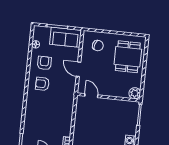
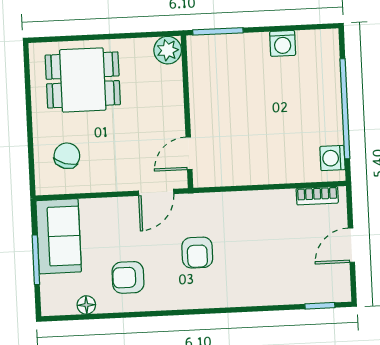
door: (78, 69) -> (156, 192), moved
armchair: (42, 84) -> (197, 253), moved

